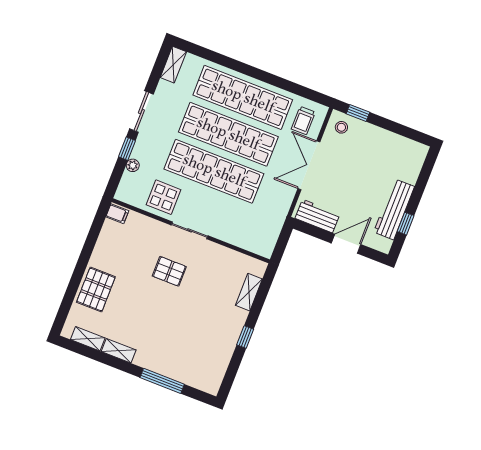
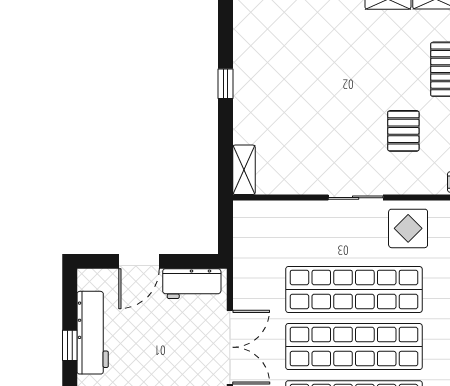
window: (406, 224) -> (70, 345), moved
pallet: (169, 271) -> (403, 131), moved, turned 90
shelving: (249, 292) -> (244, 170), moved

